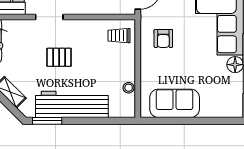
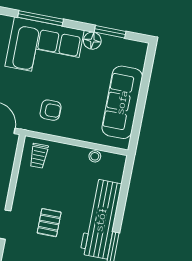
sofa: (175, 103) -> (122, 102), width x1.36

